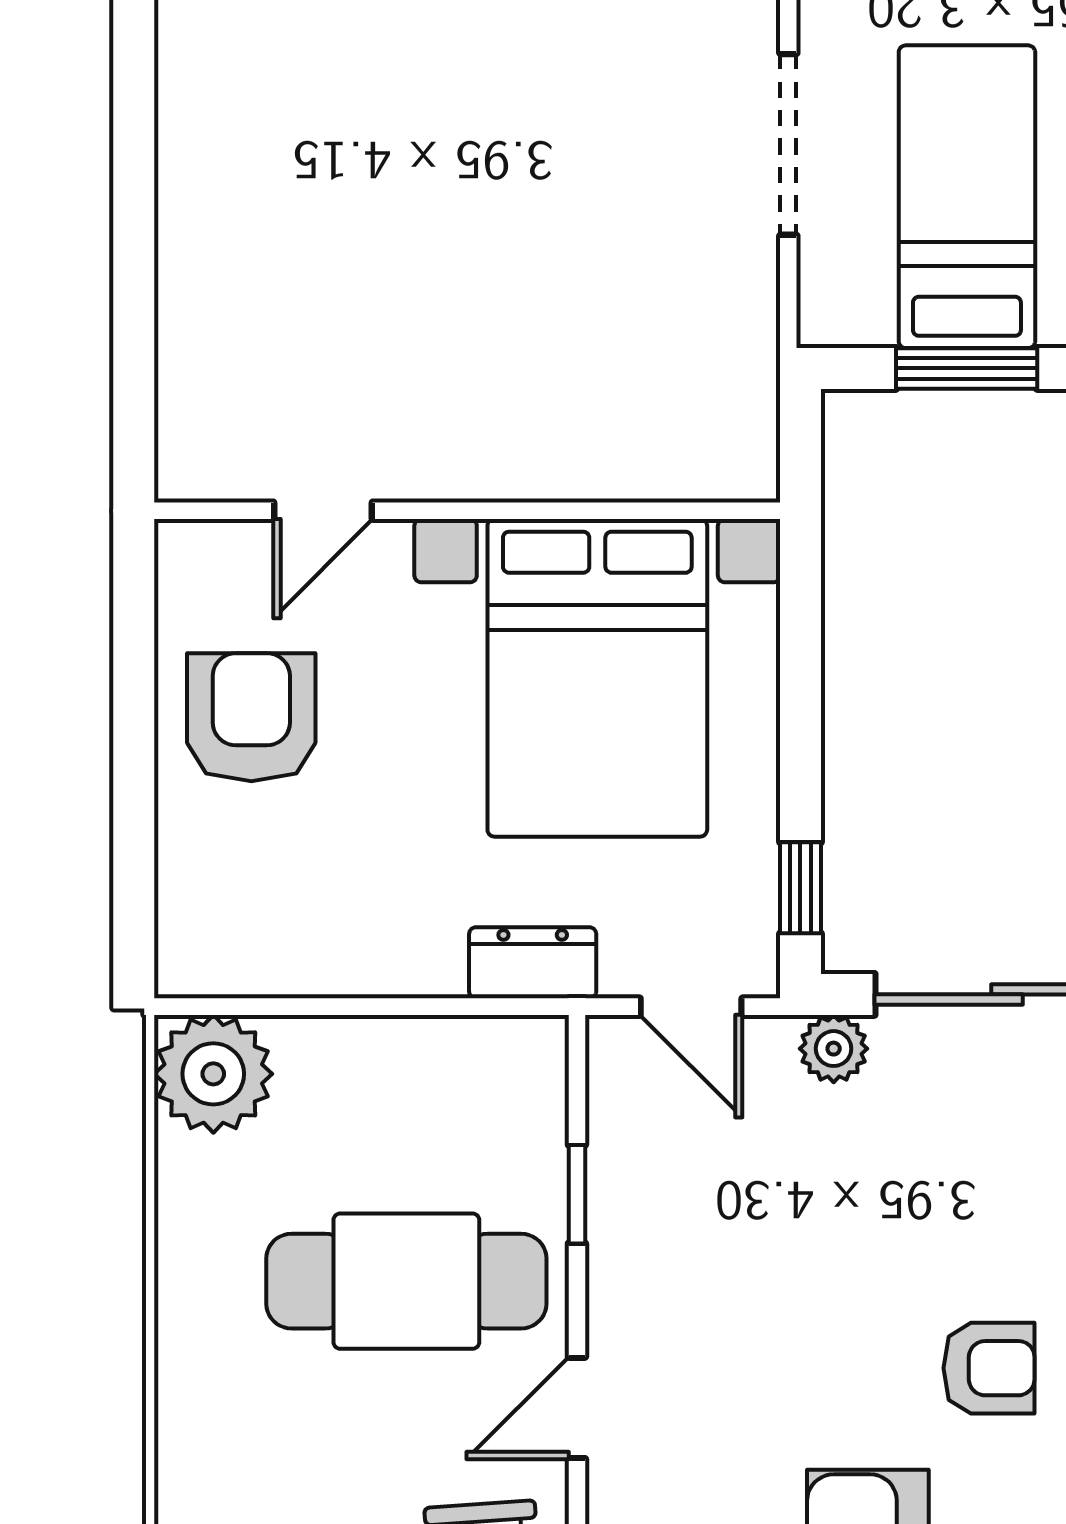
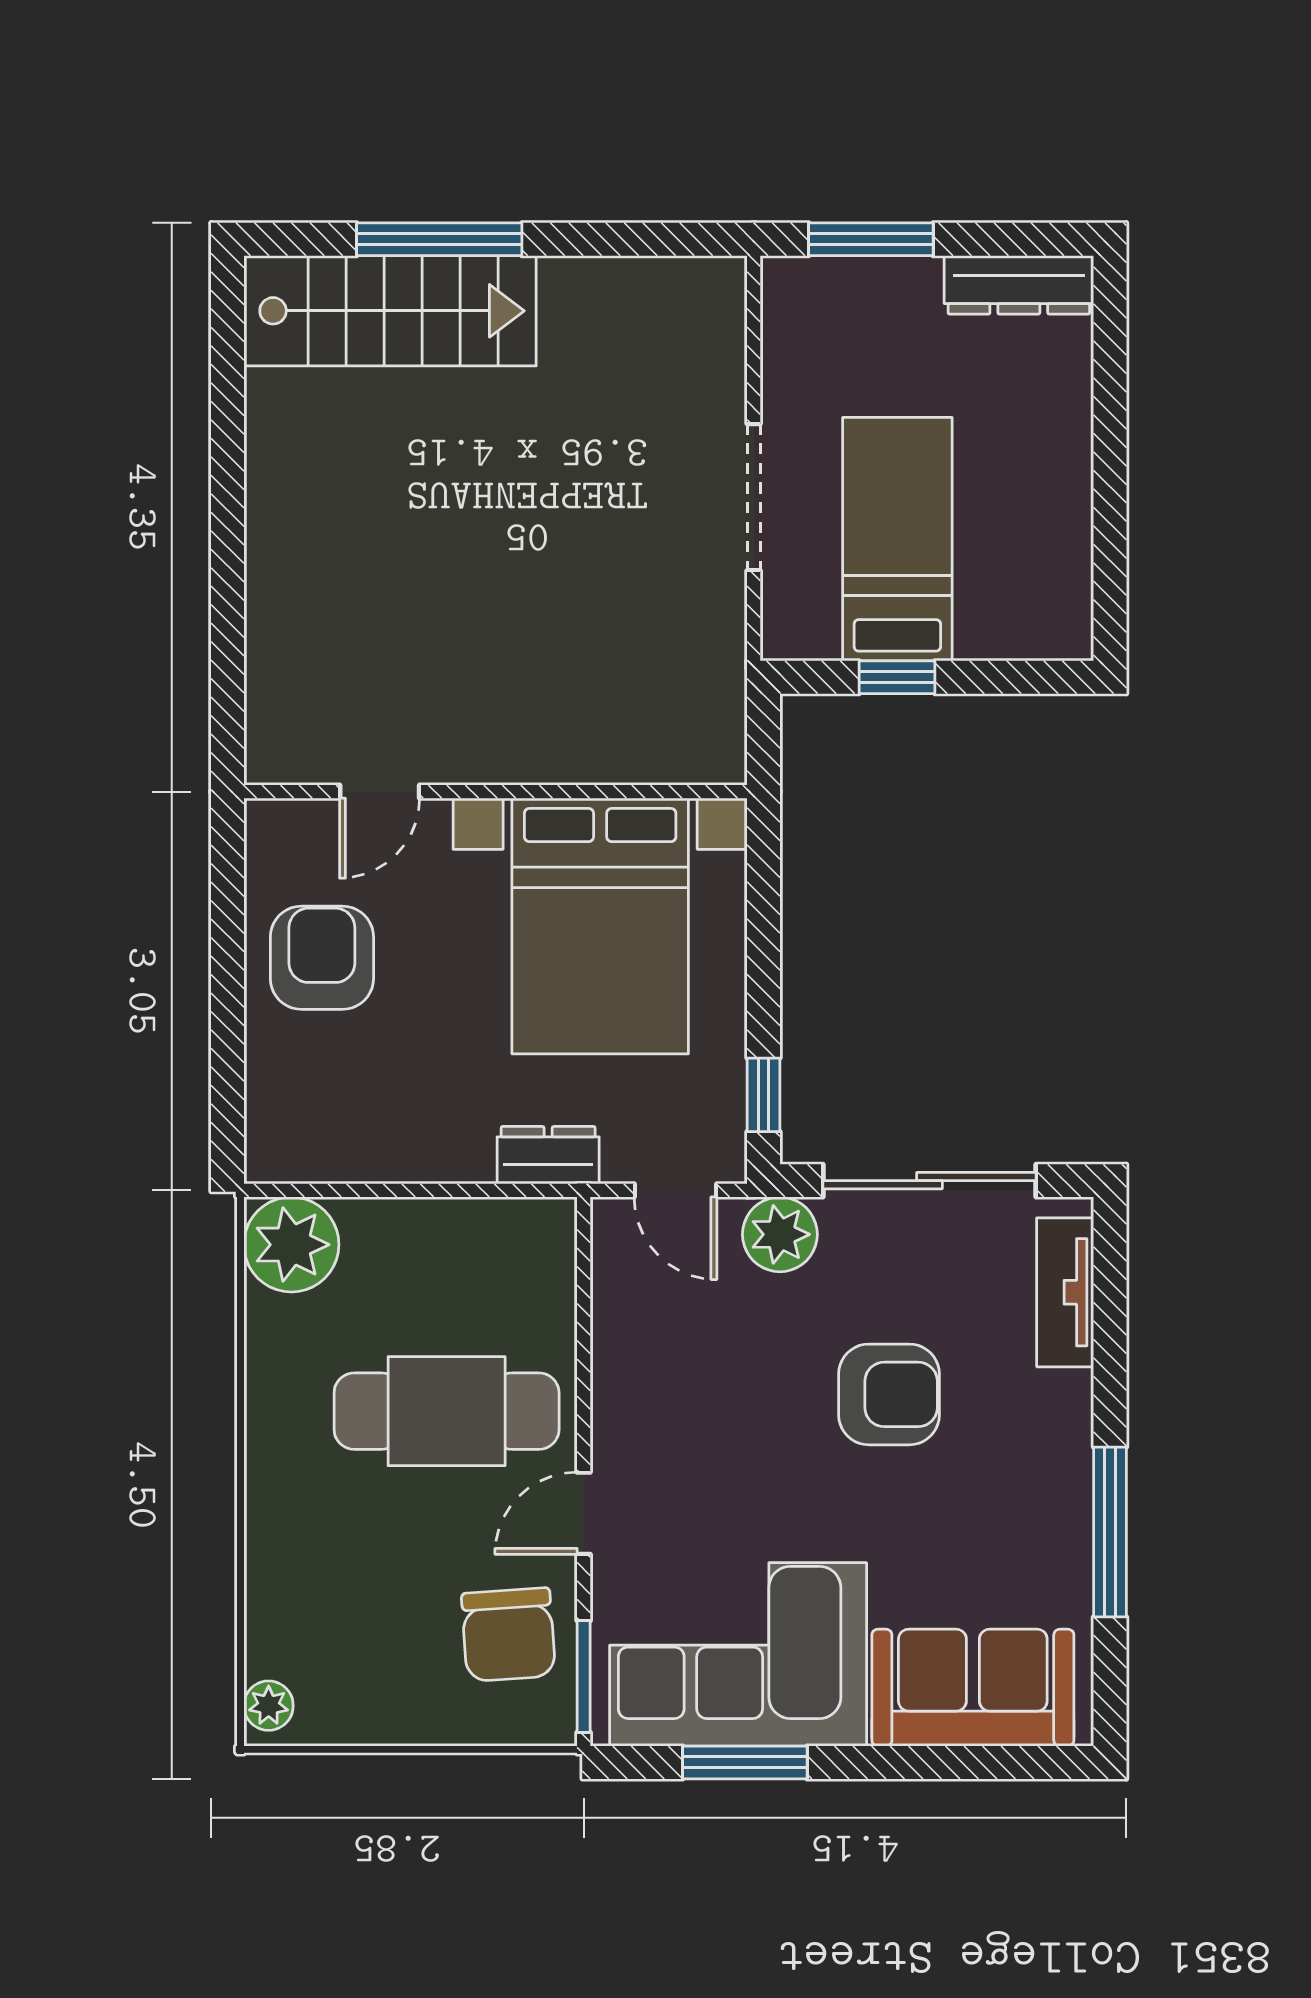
window: (967, 368) -> (897, 677), width x0.67
plant: (834, 1049) -> (780, 1234), width x1.38, depth x1.38
window: (577, 1194) -> (584, 1341), removed
armchair: (989, 1368) -> (889, 1394), moved, width x1.38, depth x1.38

